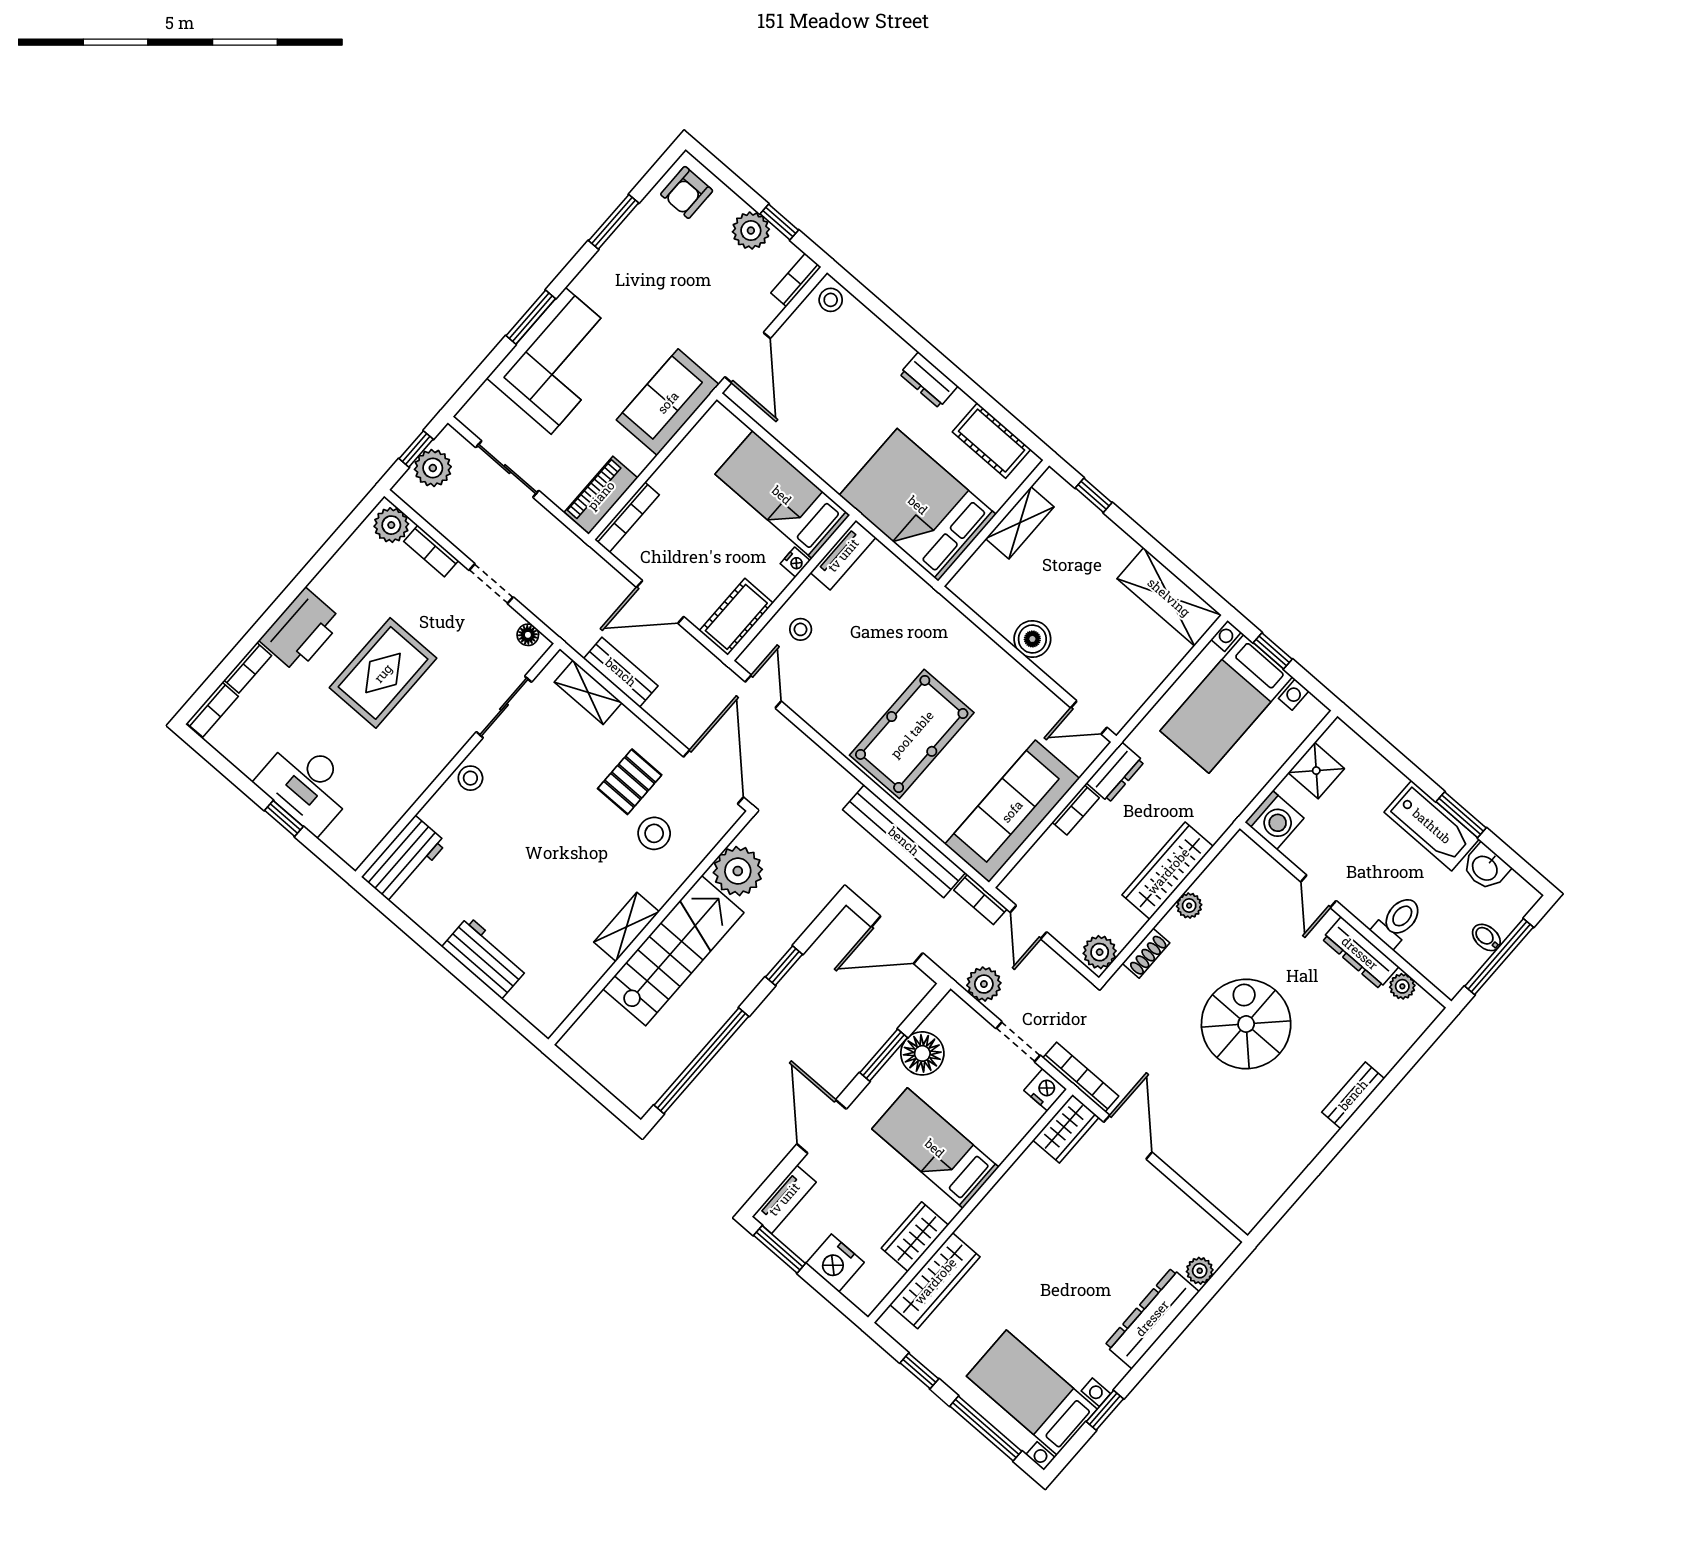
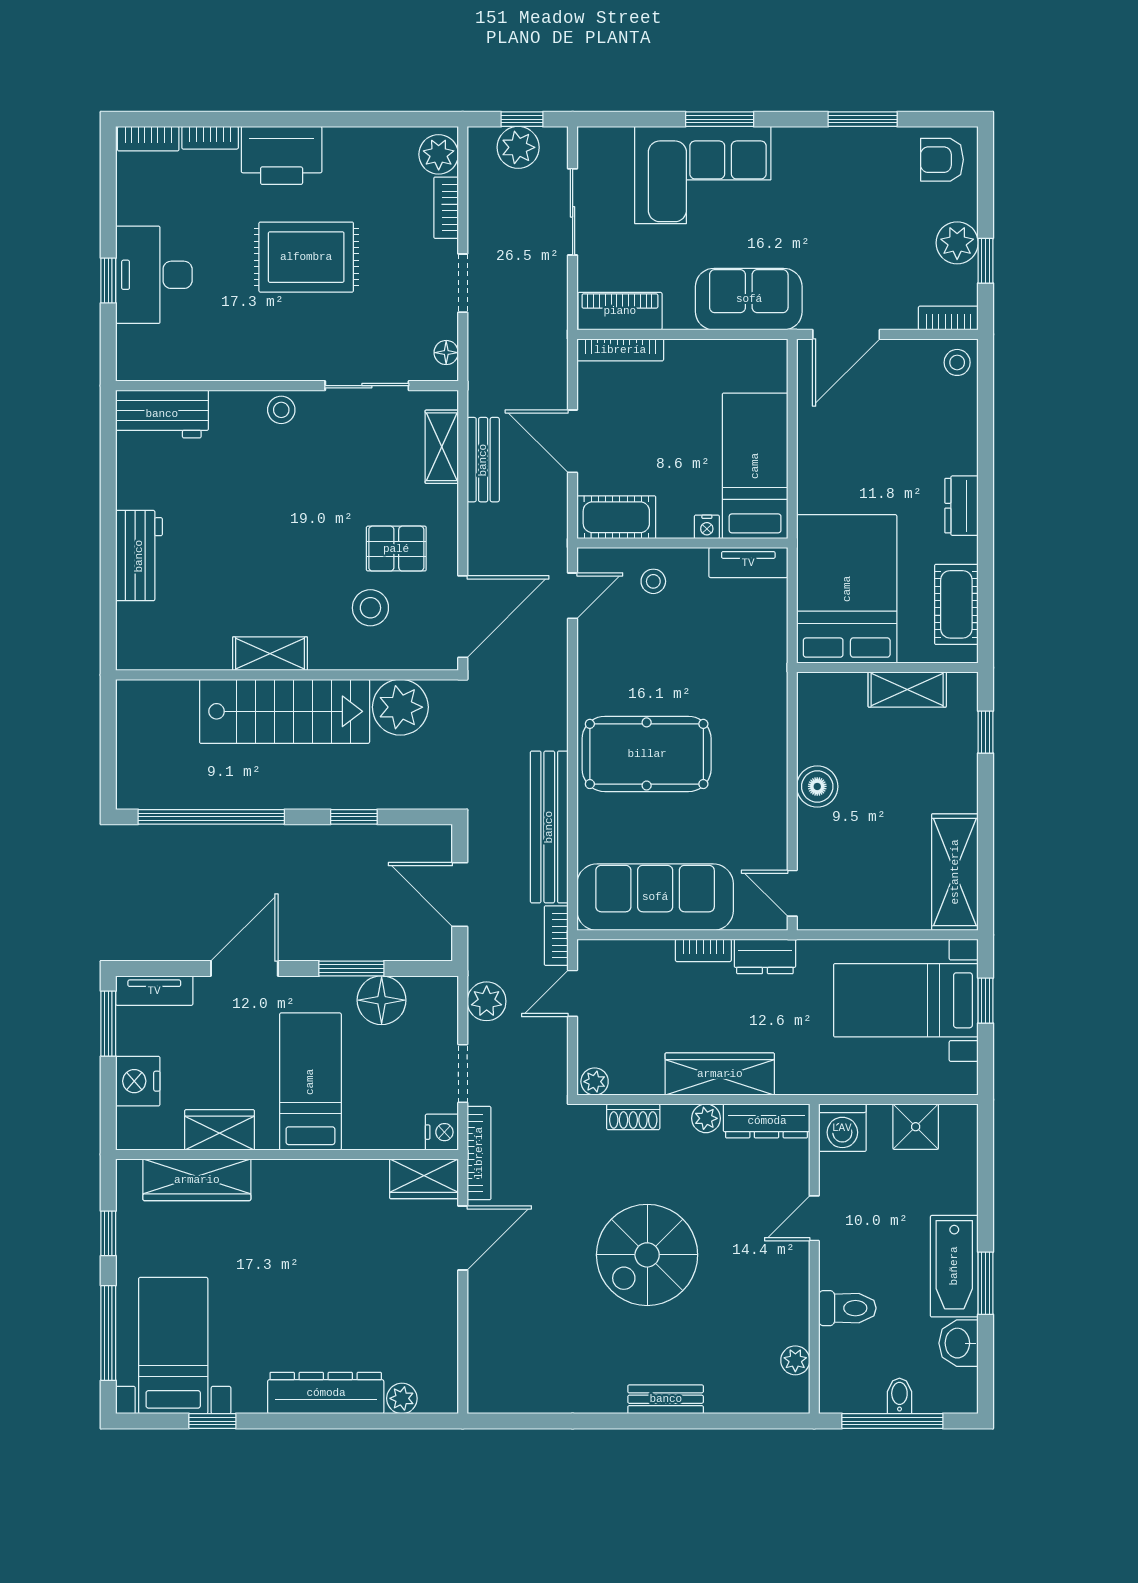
plant: (1100, 952) -> (595, 1082), width x0.73, depth x0.73
dresser: (1360, 953) -> (767, 1121), moved, turned -90
spiral stairs: (1246, 1024) -> (647, 1255), turned 180

